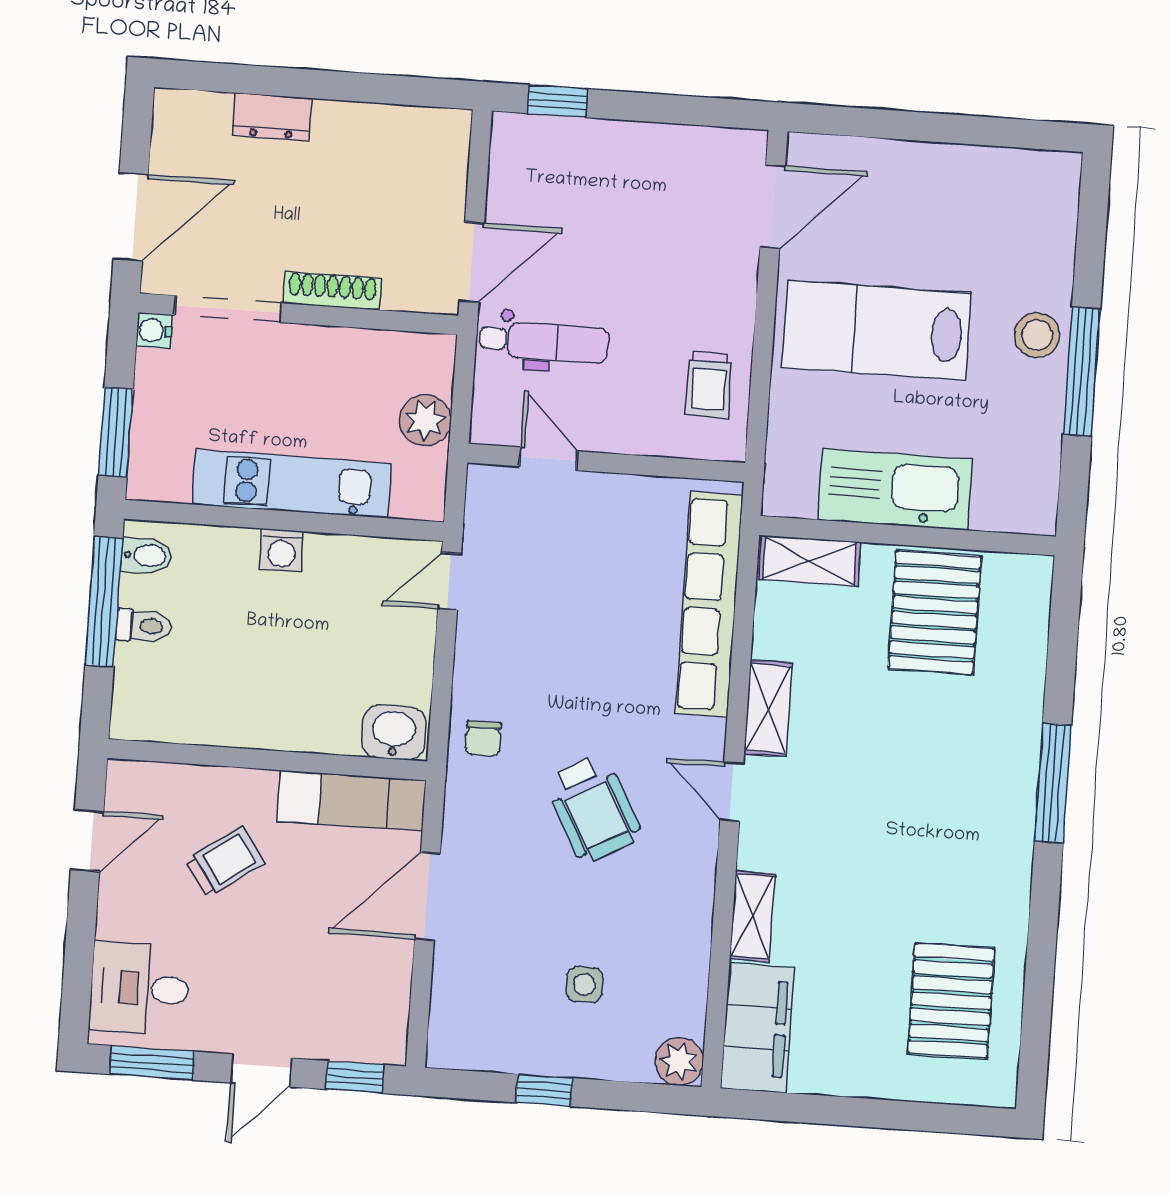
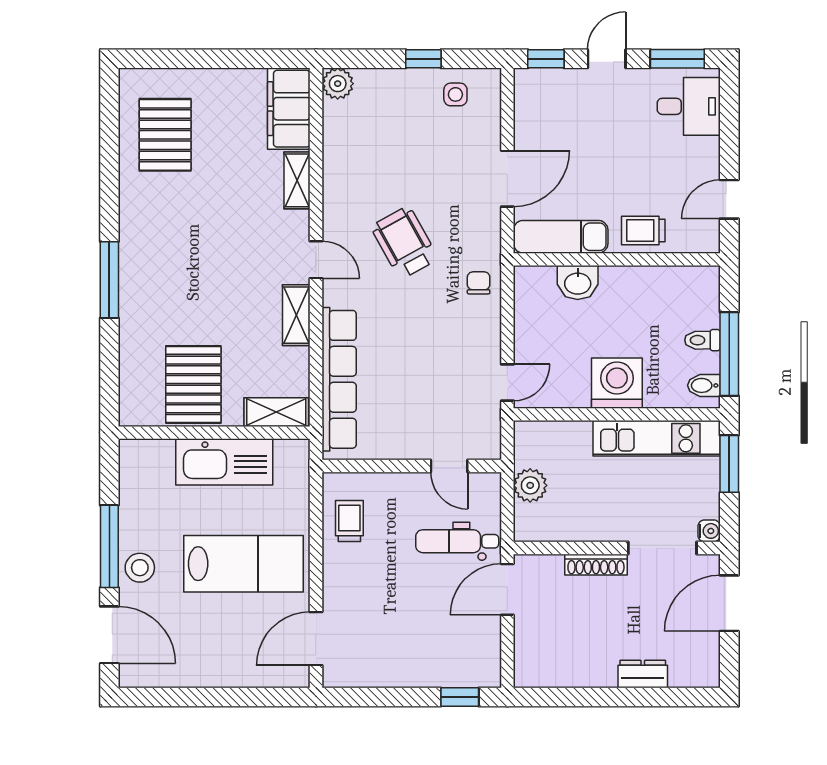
door: (1091, 235) -> (109, 635), added
kitchen unit: (292, 484) -> (657, 438), moved
washing machine: (282, 550) -> (617, 383), width x1.89, depth x1.89
washbasin: (394, 733) -> (578, 283), moved
trolley: (225, 862) -> (643, 230), moved, turned 35
side table: (584, 984) -> (455, 94), moved

